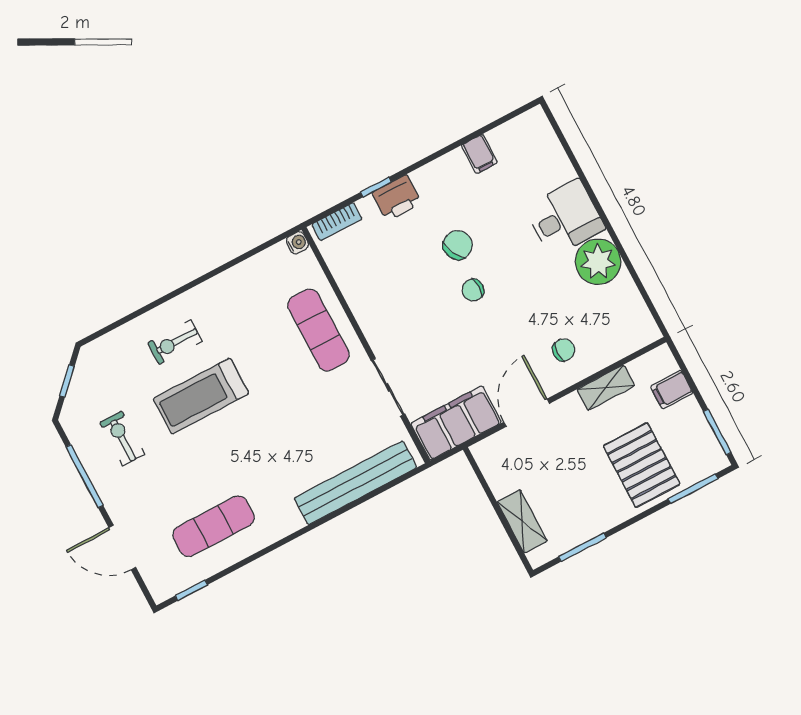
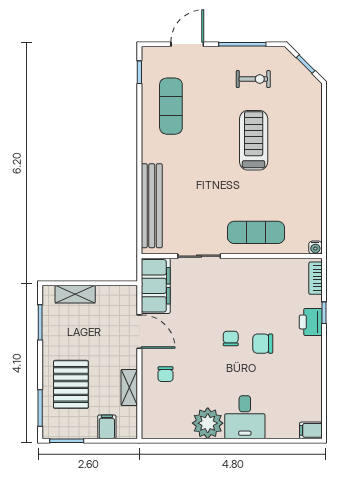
filing cabinet: (479, 154) -> (311, 430), moved
chair: (458, 245) -> (263, 344), turned 117
exercise bike: (175, 342) -> (294, 142), removed
pallet: (642, 465) -> (71, 384), turned 90

